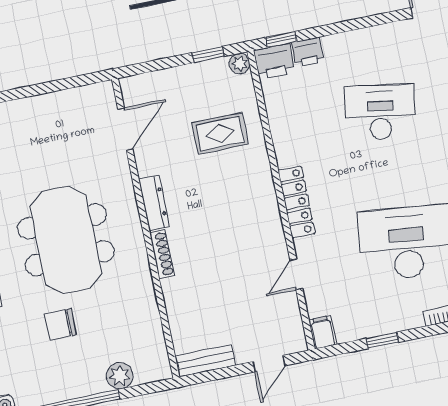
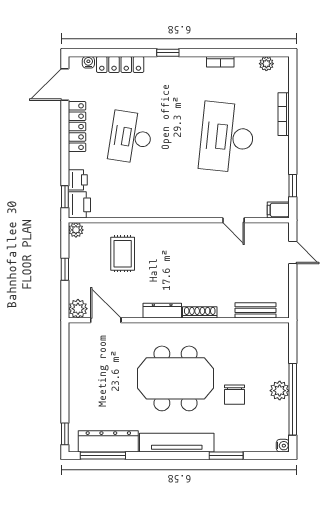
window: (208, 55) -> (65, 269), moved
plant: (133, 88) -> (78, 309), added
locker: (297, 202) -> (77, 127), moved, turned 90
window: (382, 340) -> (293, 186), moved
bench: (206, 361) -> (256, 310), moved, turned 90
plant: (120, 376) -> (280, 391), moved

